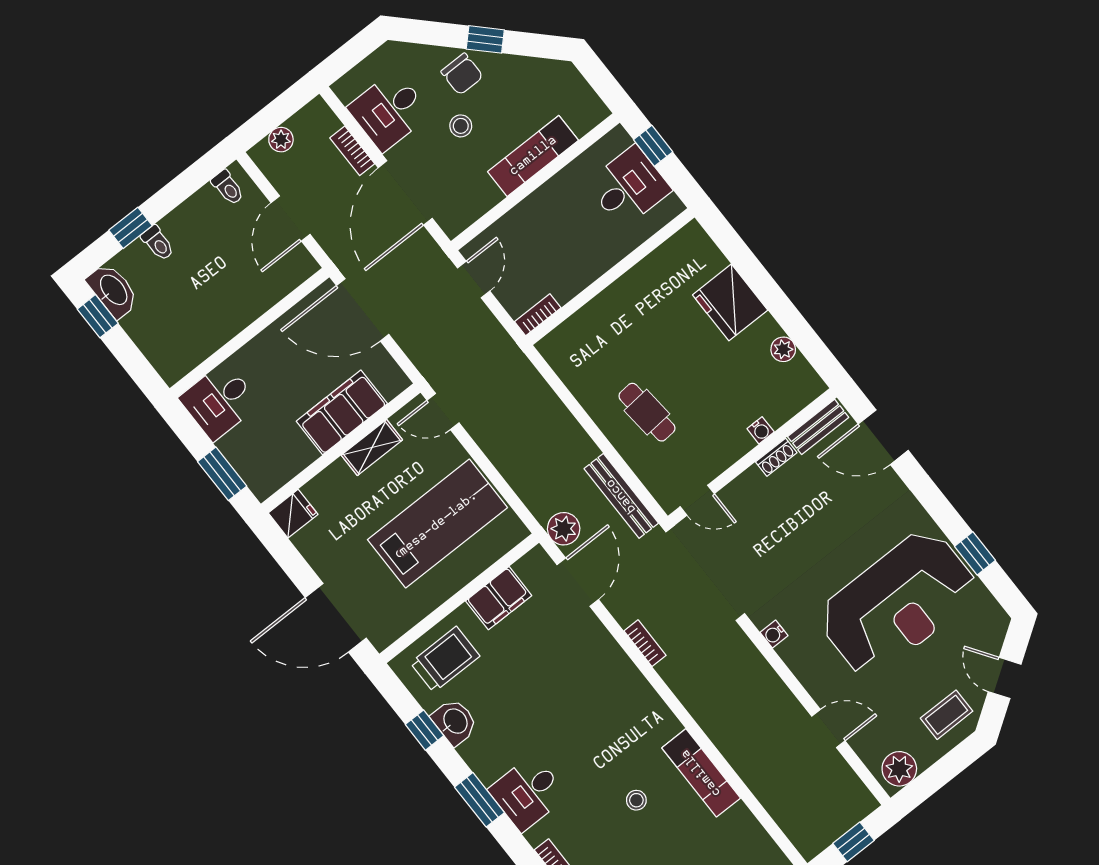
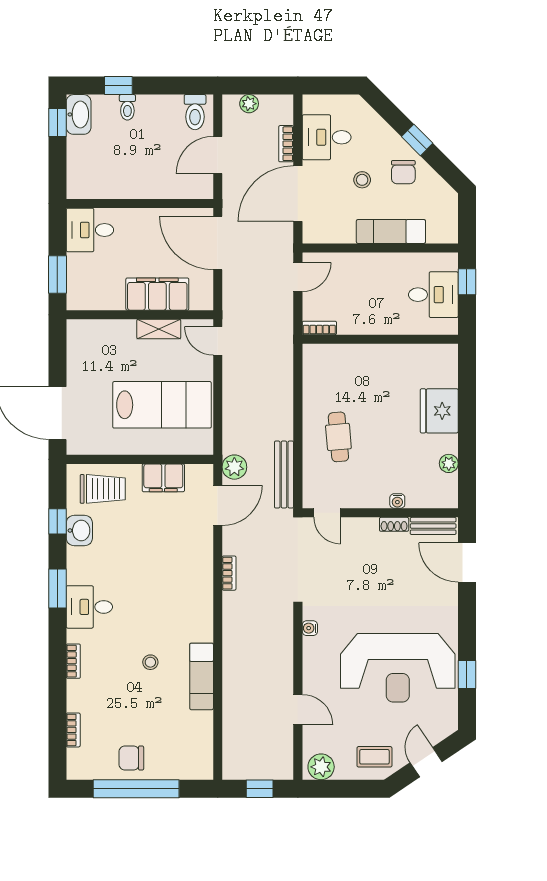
chair: (462, 74) -> (403, 172), moved
toilet: (228, 188) -> (195, 112), width x1.37, depth x1.39
fridge: (293, 514) -> (81, 331), removed

